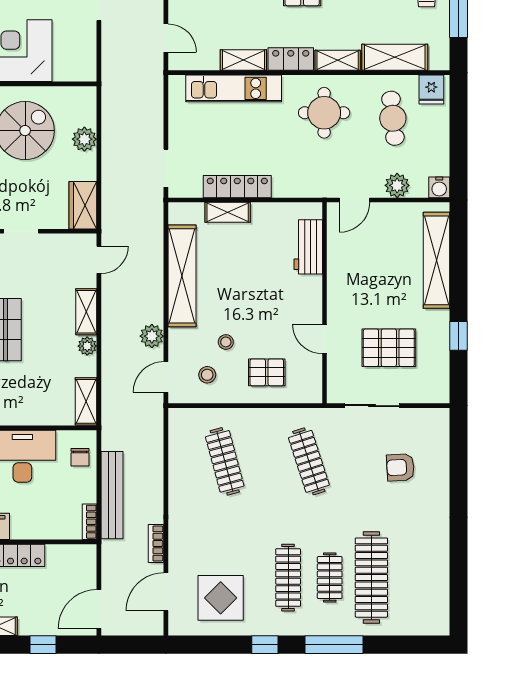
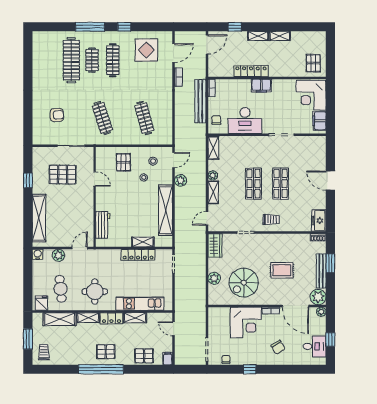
pallet: (267, 372) -> (123, 162), turned 90

